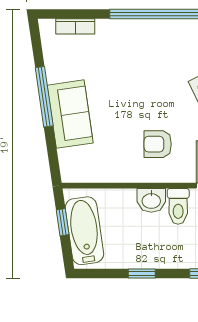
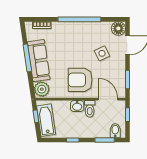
sofa: (70, 114) -> (39, 61), width x1.36
armchair: (158, 144) -> (80, 80), width x1.88, depth x1.88
plant: (75, 164) -> (42, 89), added

